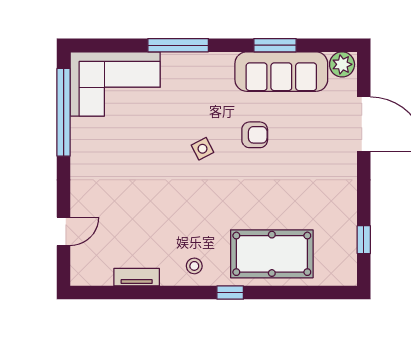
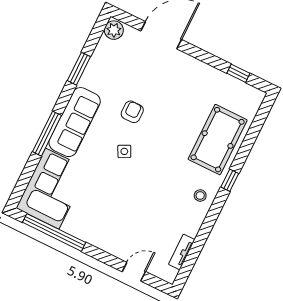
sofa: (281, 72) -> (75, 122), moved
door: (64, 231) -> (134, 272), hinge flipped
tv unit: (137, 277) -> (182, 252), moved

